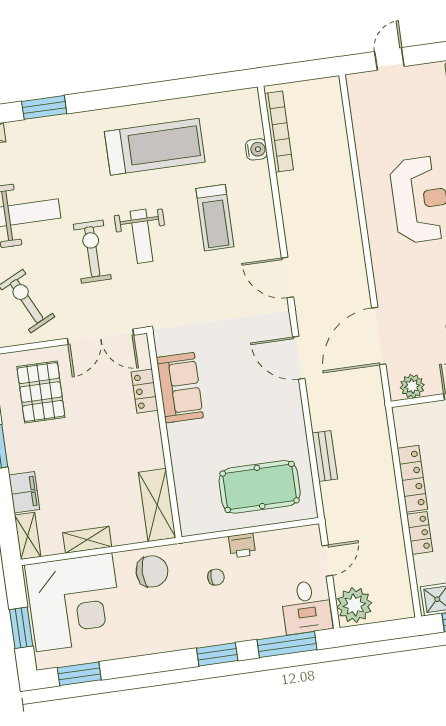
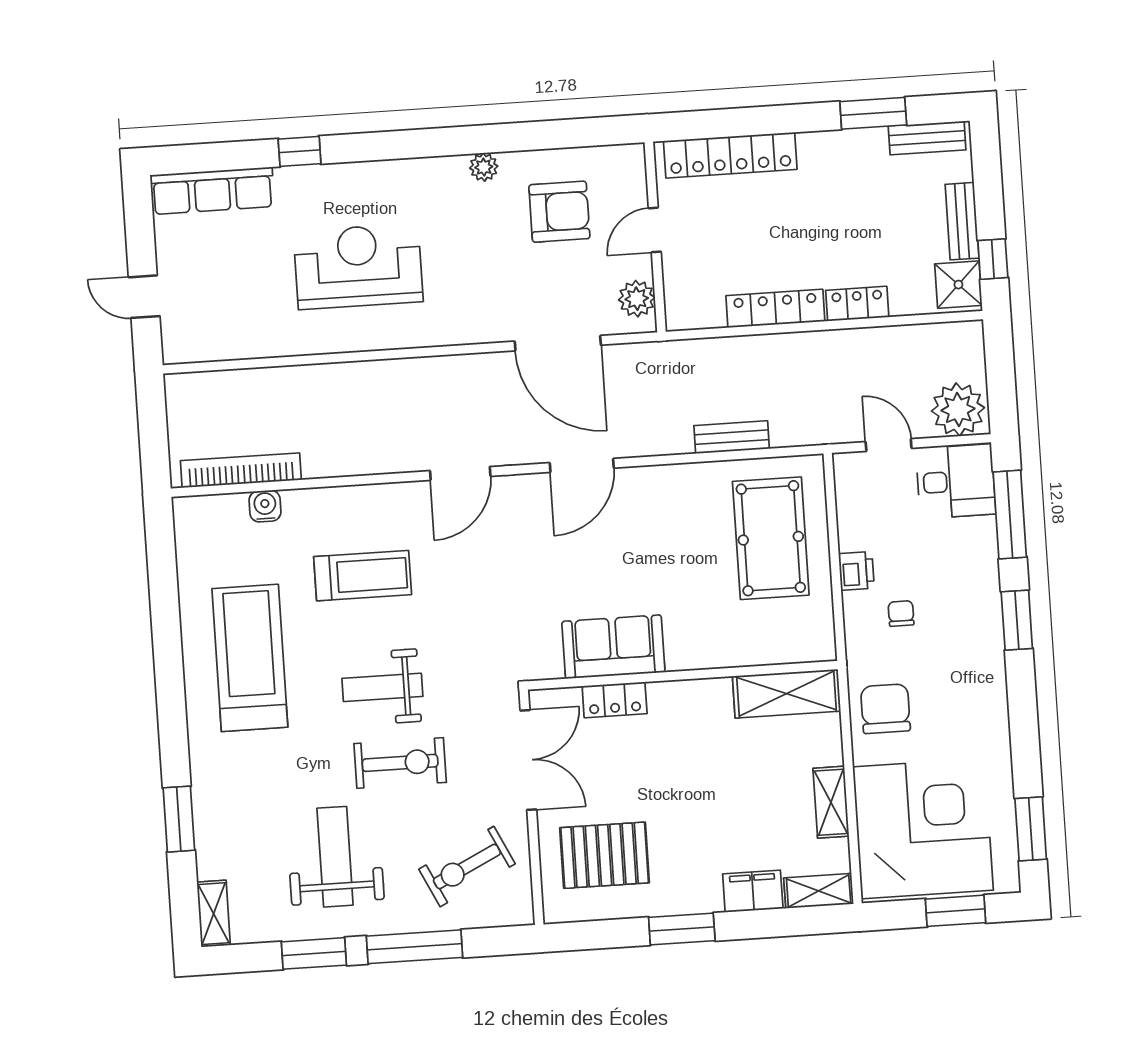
weight bench: (142, 236) -> (382, 687), turned 180
exercise bike: (92, 252) -> (400, 763), turned 180

